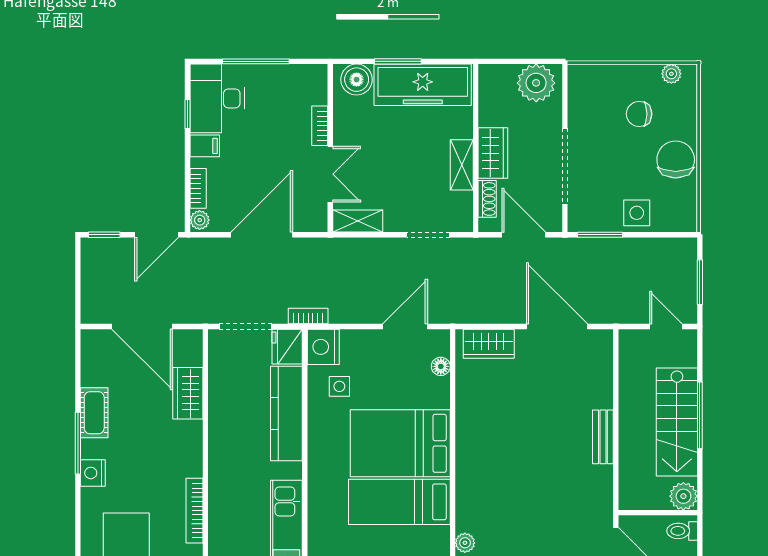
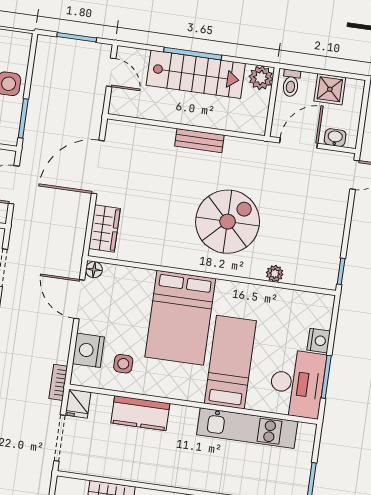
door: (666, 327) -> (111, 72), swing flipped
fridge: (287, 347) -> (78, 404), width x0.72
nightstand: (323, 347) -> (88, 350), moved, turned 90
floor lamp: (441, 366) -> (94, 270), moved
kitchen counter: (286, 413) -> (140, 413), width x0.67
spiral stairs: (516, 481) -> (228, 222), added
bed: (399, 502) -> (230, 362), moved, turned 180

